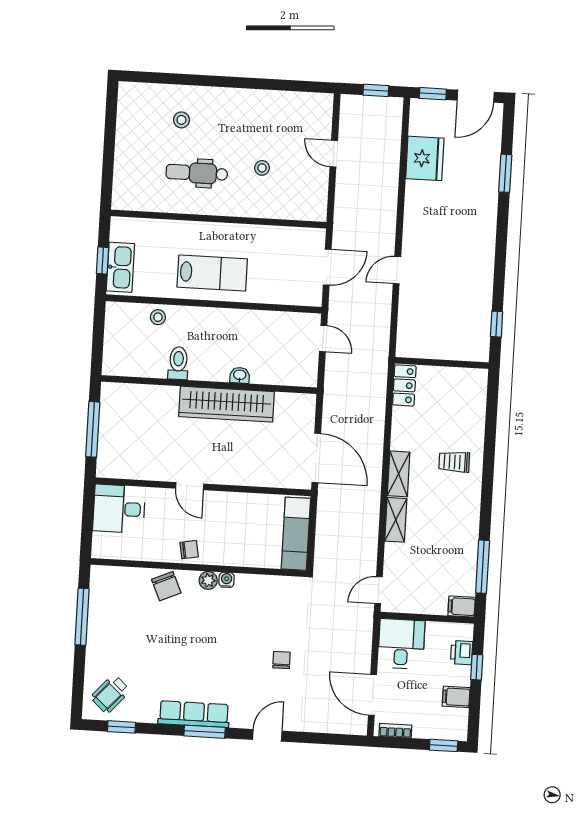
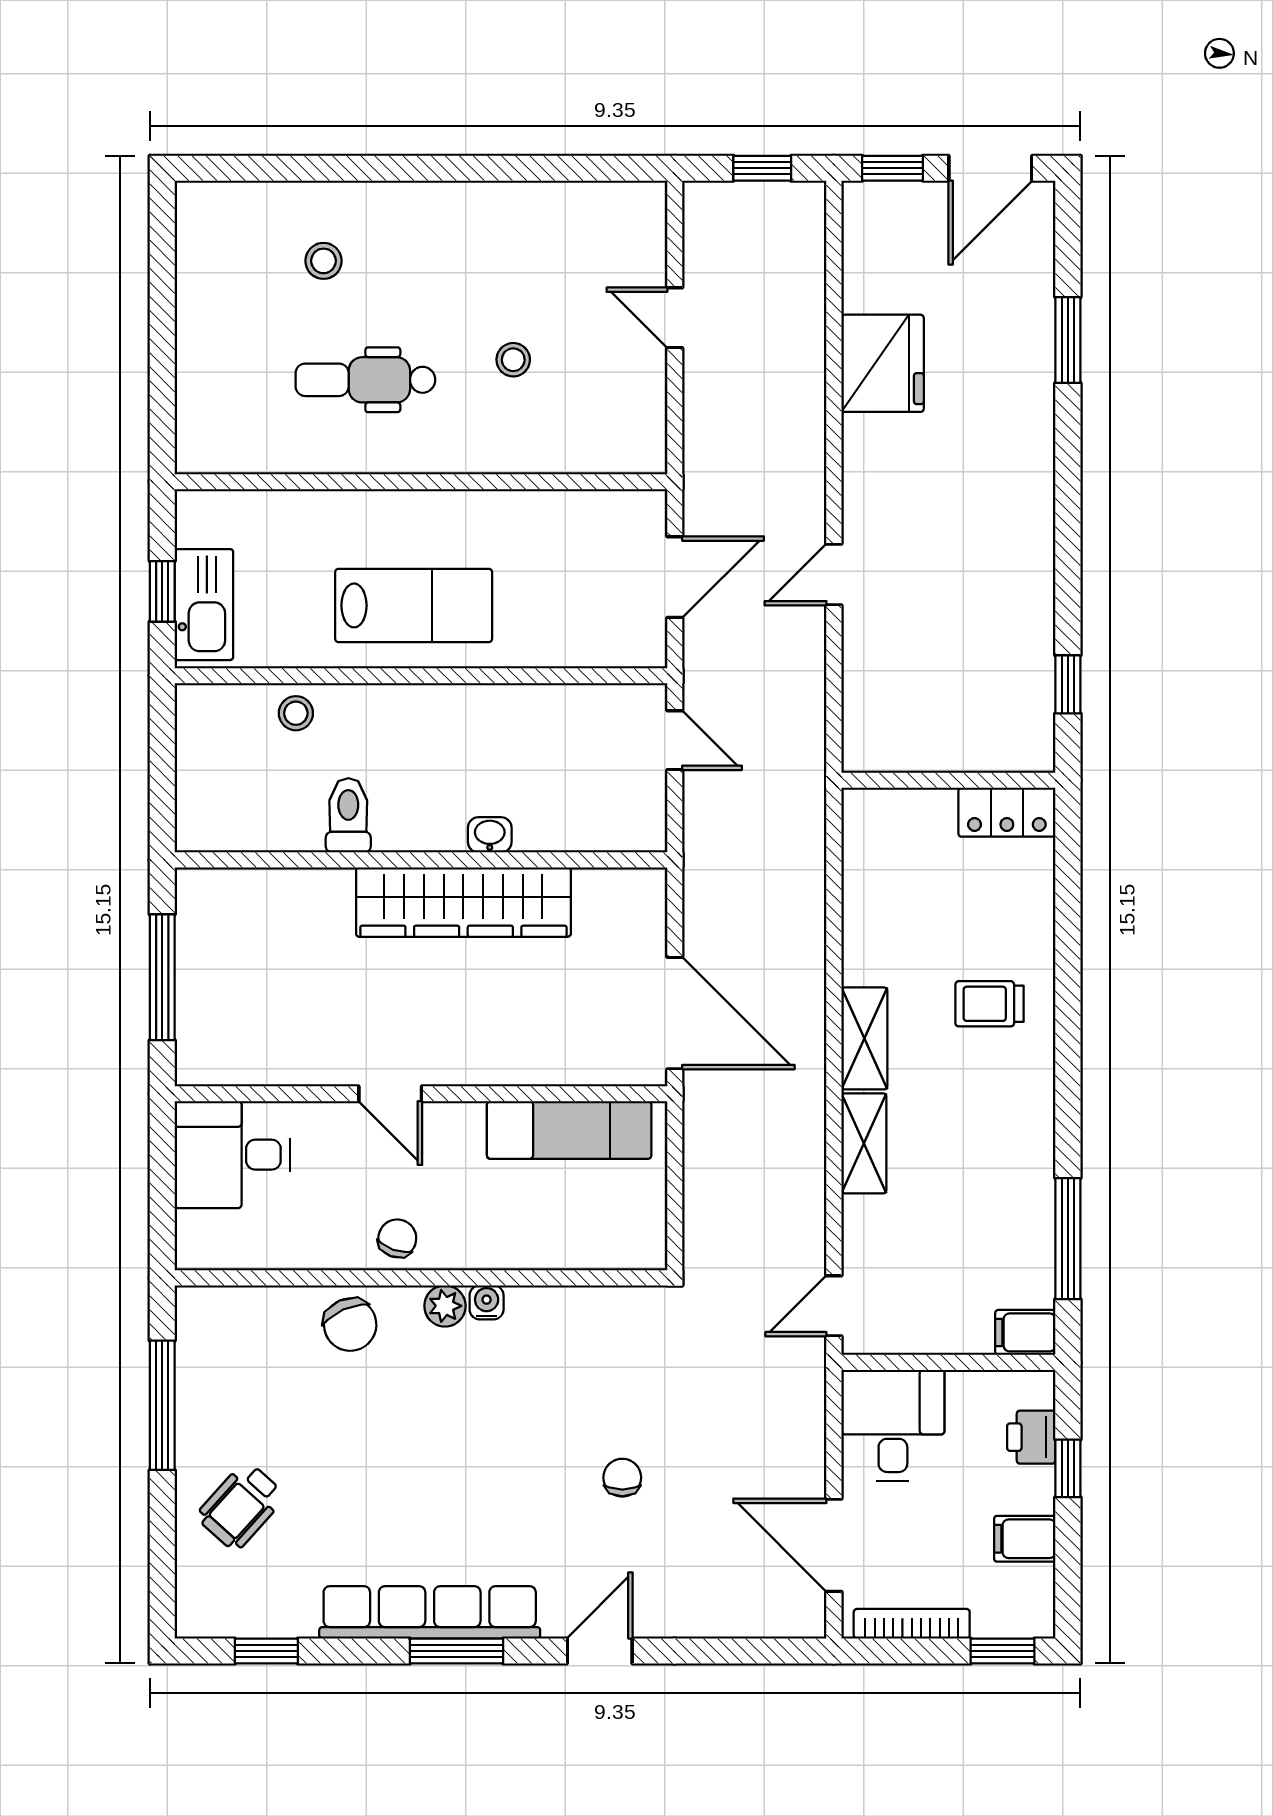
fridge: (425, 158) -> (883, 363), moved
locker: (404, 385) -> (1007, 812), moved, turned 90
exam couch: (296, 534) -> (569, 1130), moved, turned -90
chair: (189, 550) -> (397, 1238), turned -60
wheelchair: (110, 694) -> (241, 1506), moved
row of seats: (194, 714) -> (430, 1612), width x1.36
bookcase: (395, 731) -> (912, 1624), width x1.56

